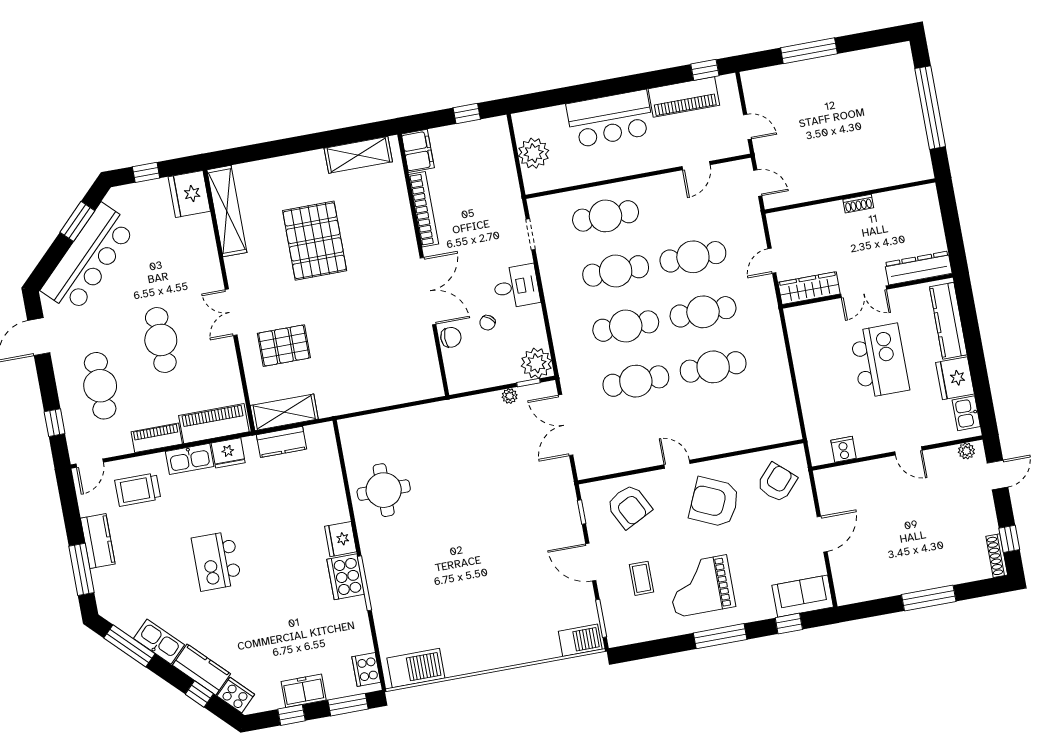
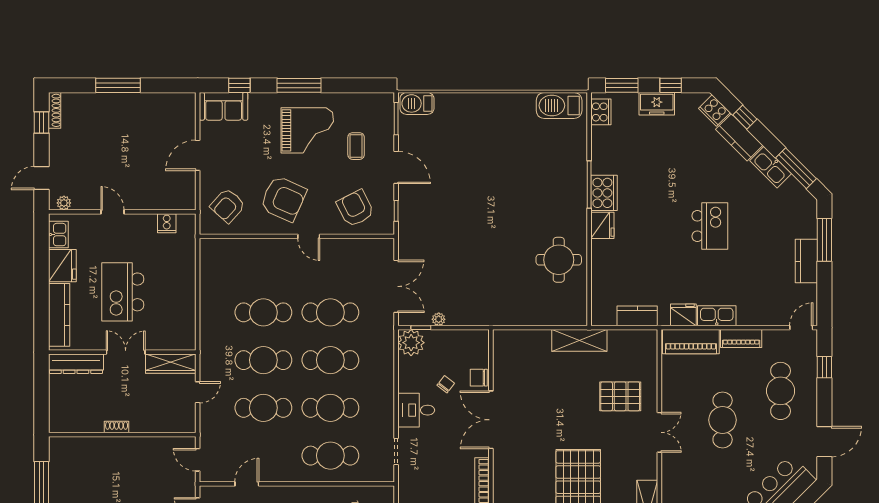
shelving: (284, 412) -> (579, 340), moved
trolley: (138, 490) -> (765, 298), removed

